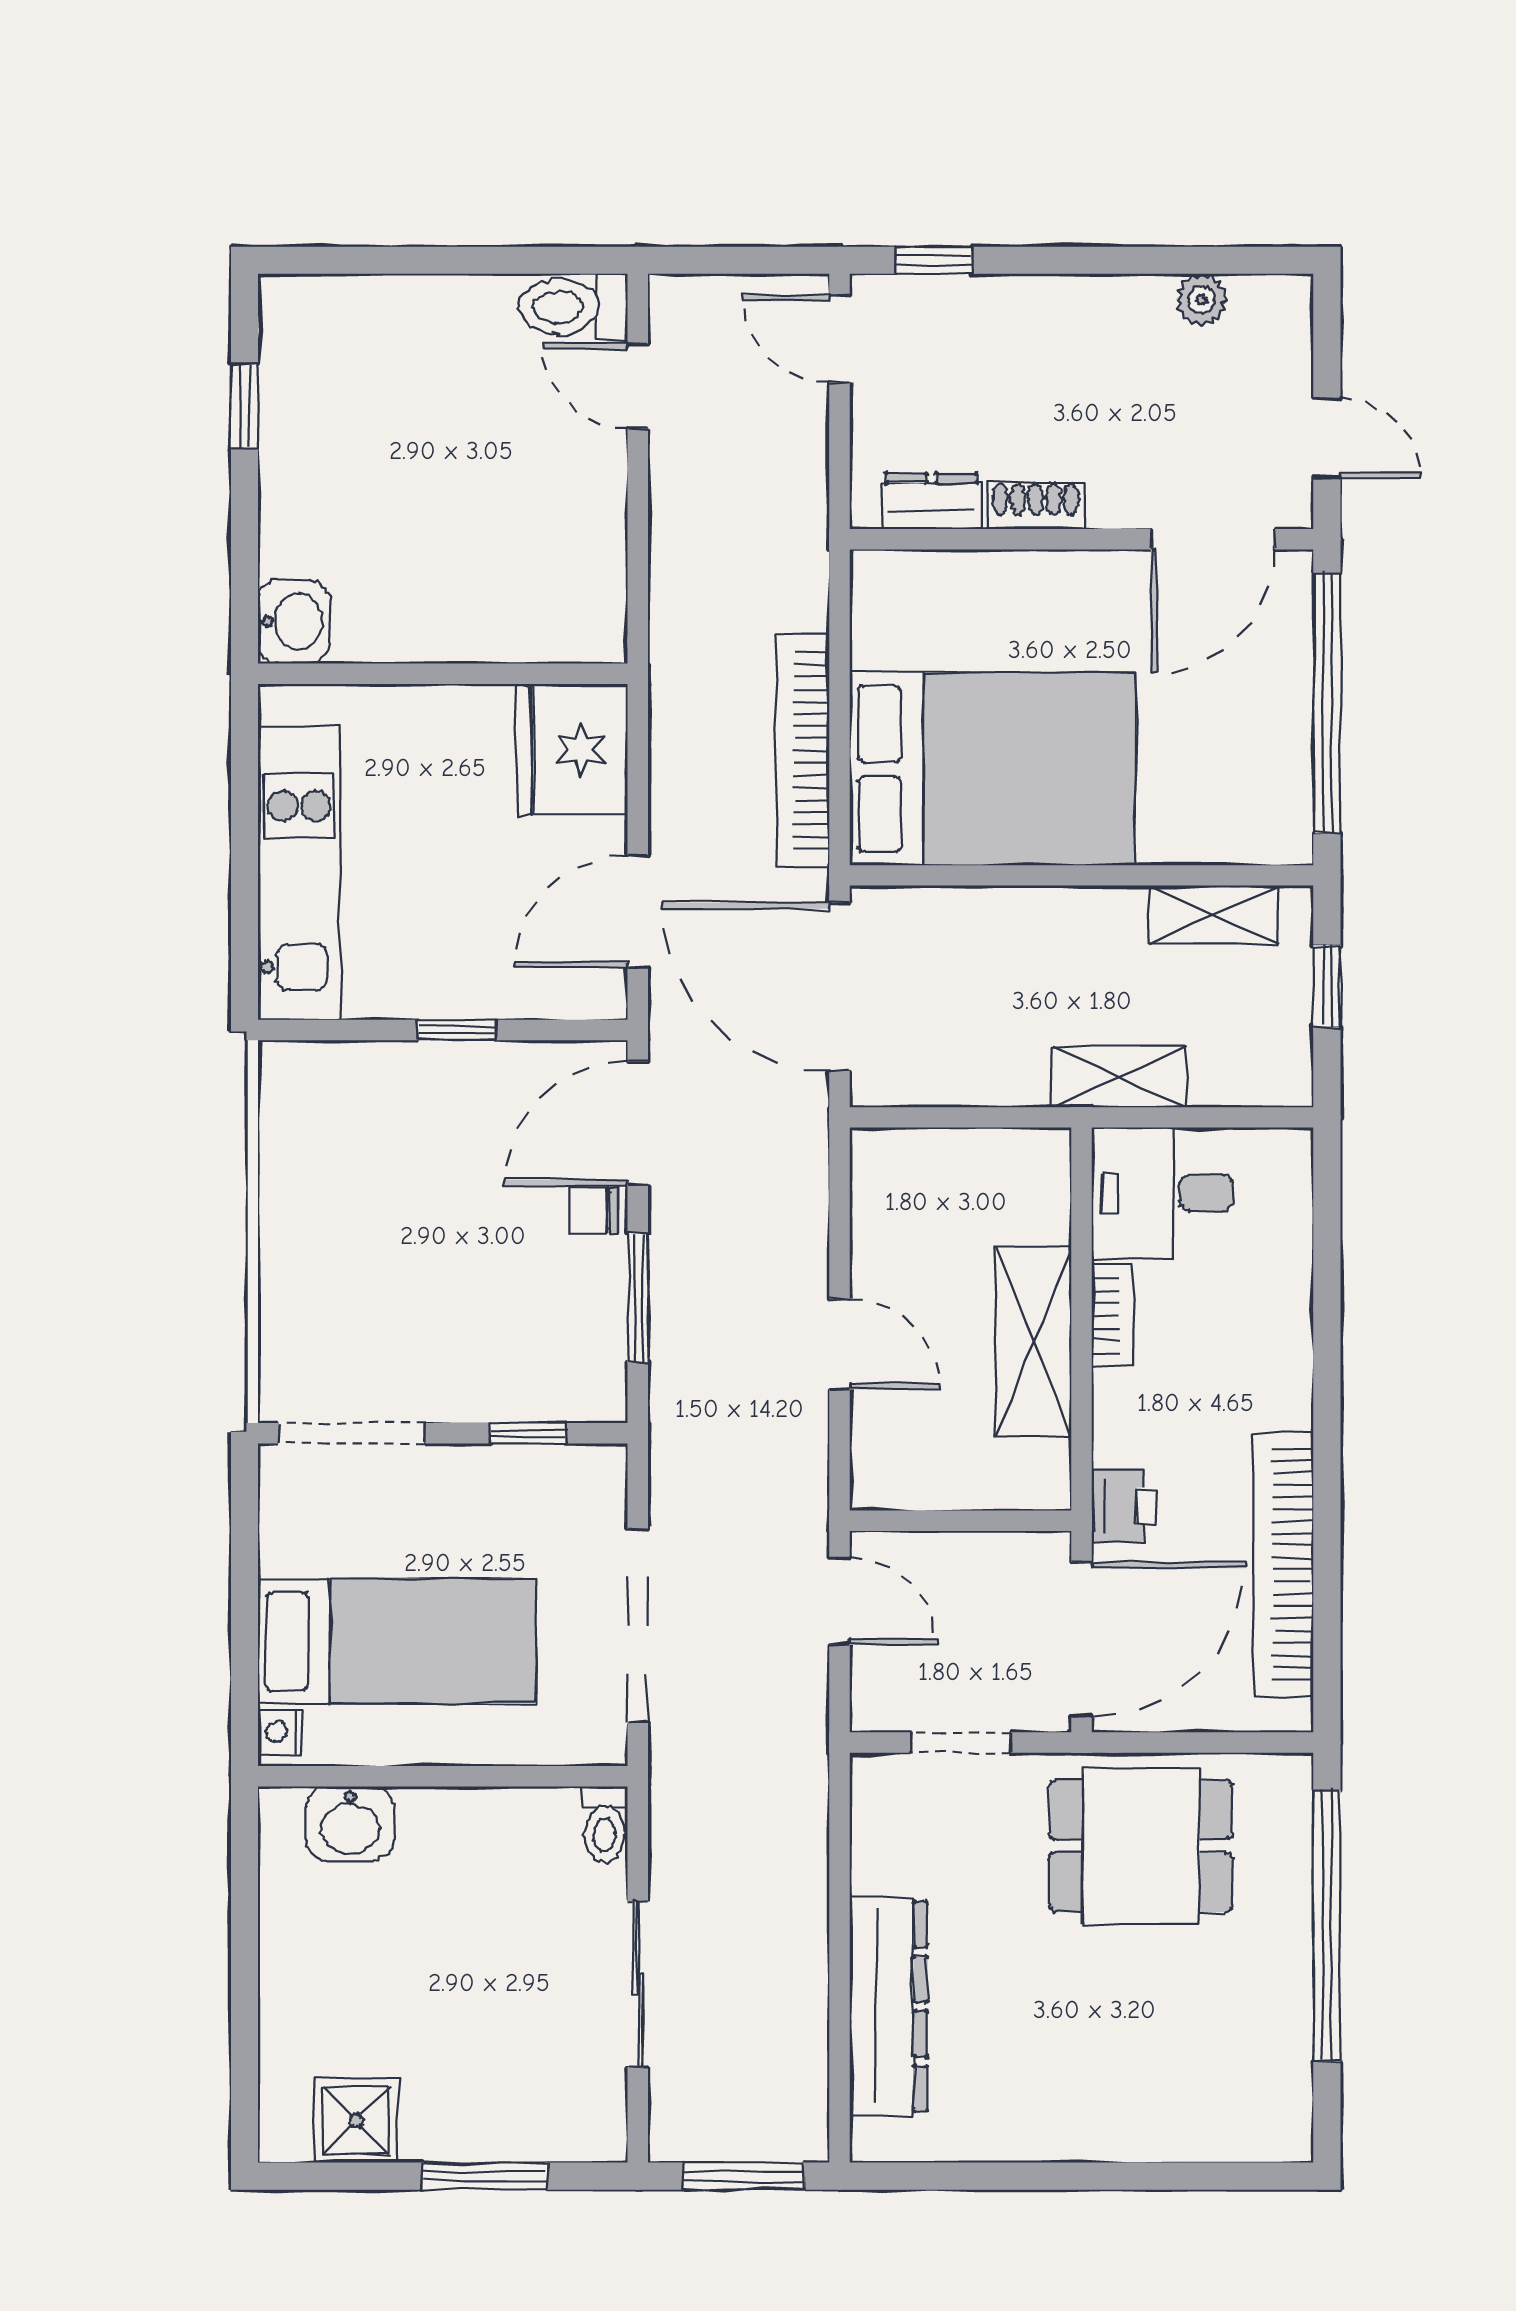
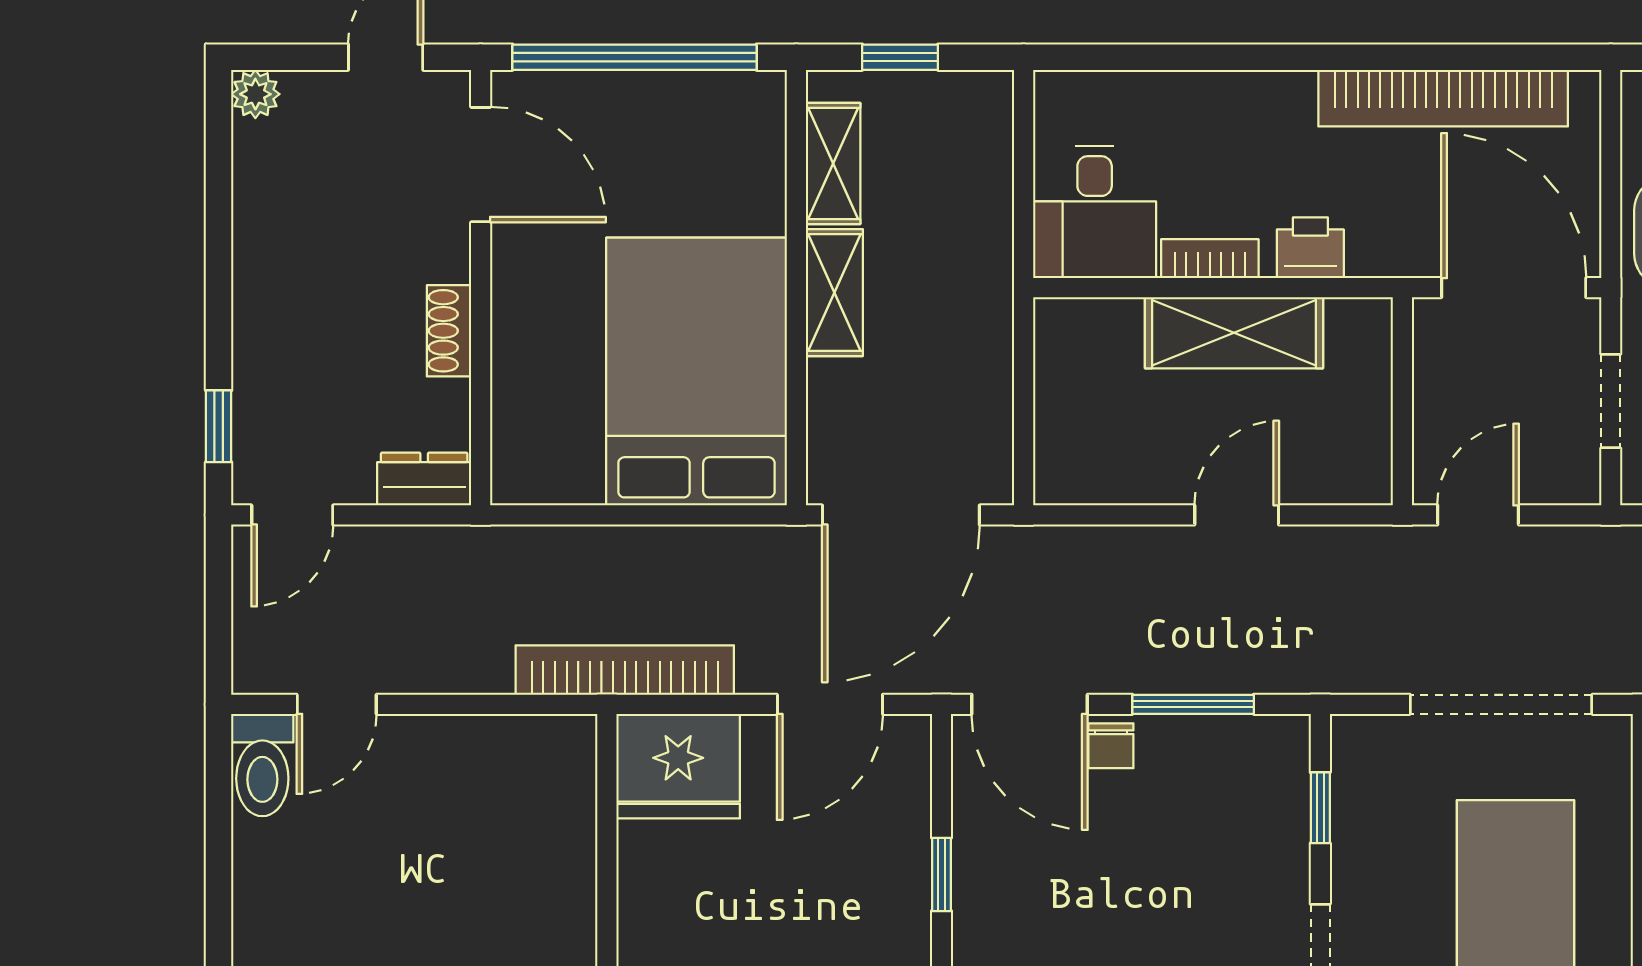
plant: (1201, 299) -> (255, 94), moved
dresser: (932, 501) -> (424, 479), moved, turned 90
bookcase: (803, 751) -> (625, 670), moved, turned 180
door: (638, 911) -> (830, 704), hinge flipped
shelving: (1119, 1077) -> (834, 293), moved
printer: (1124, 1506) -> (1310, 248), moved

